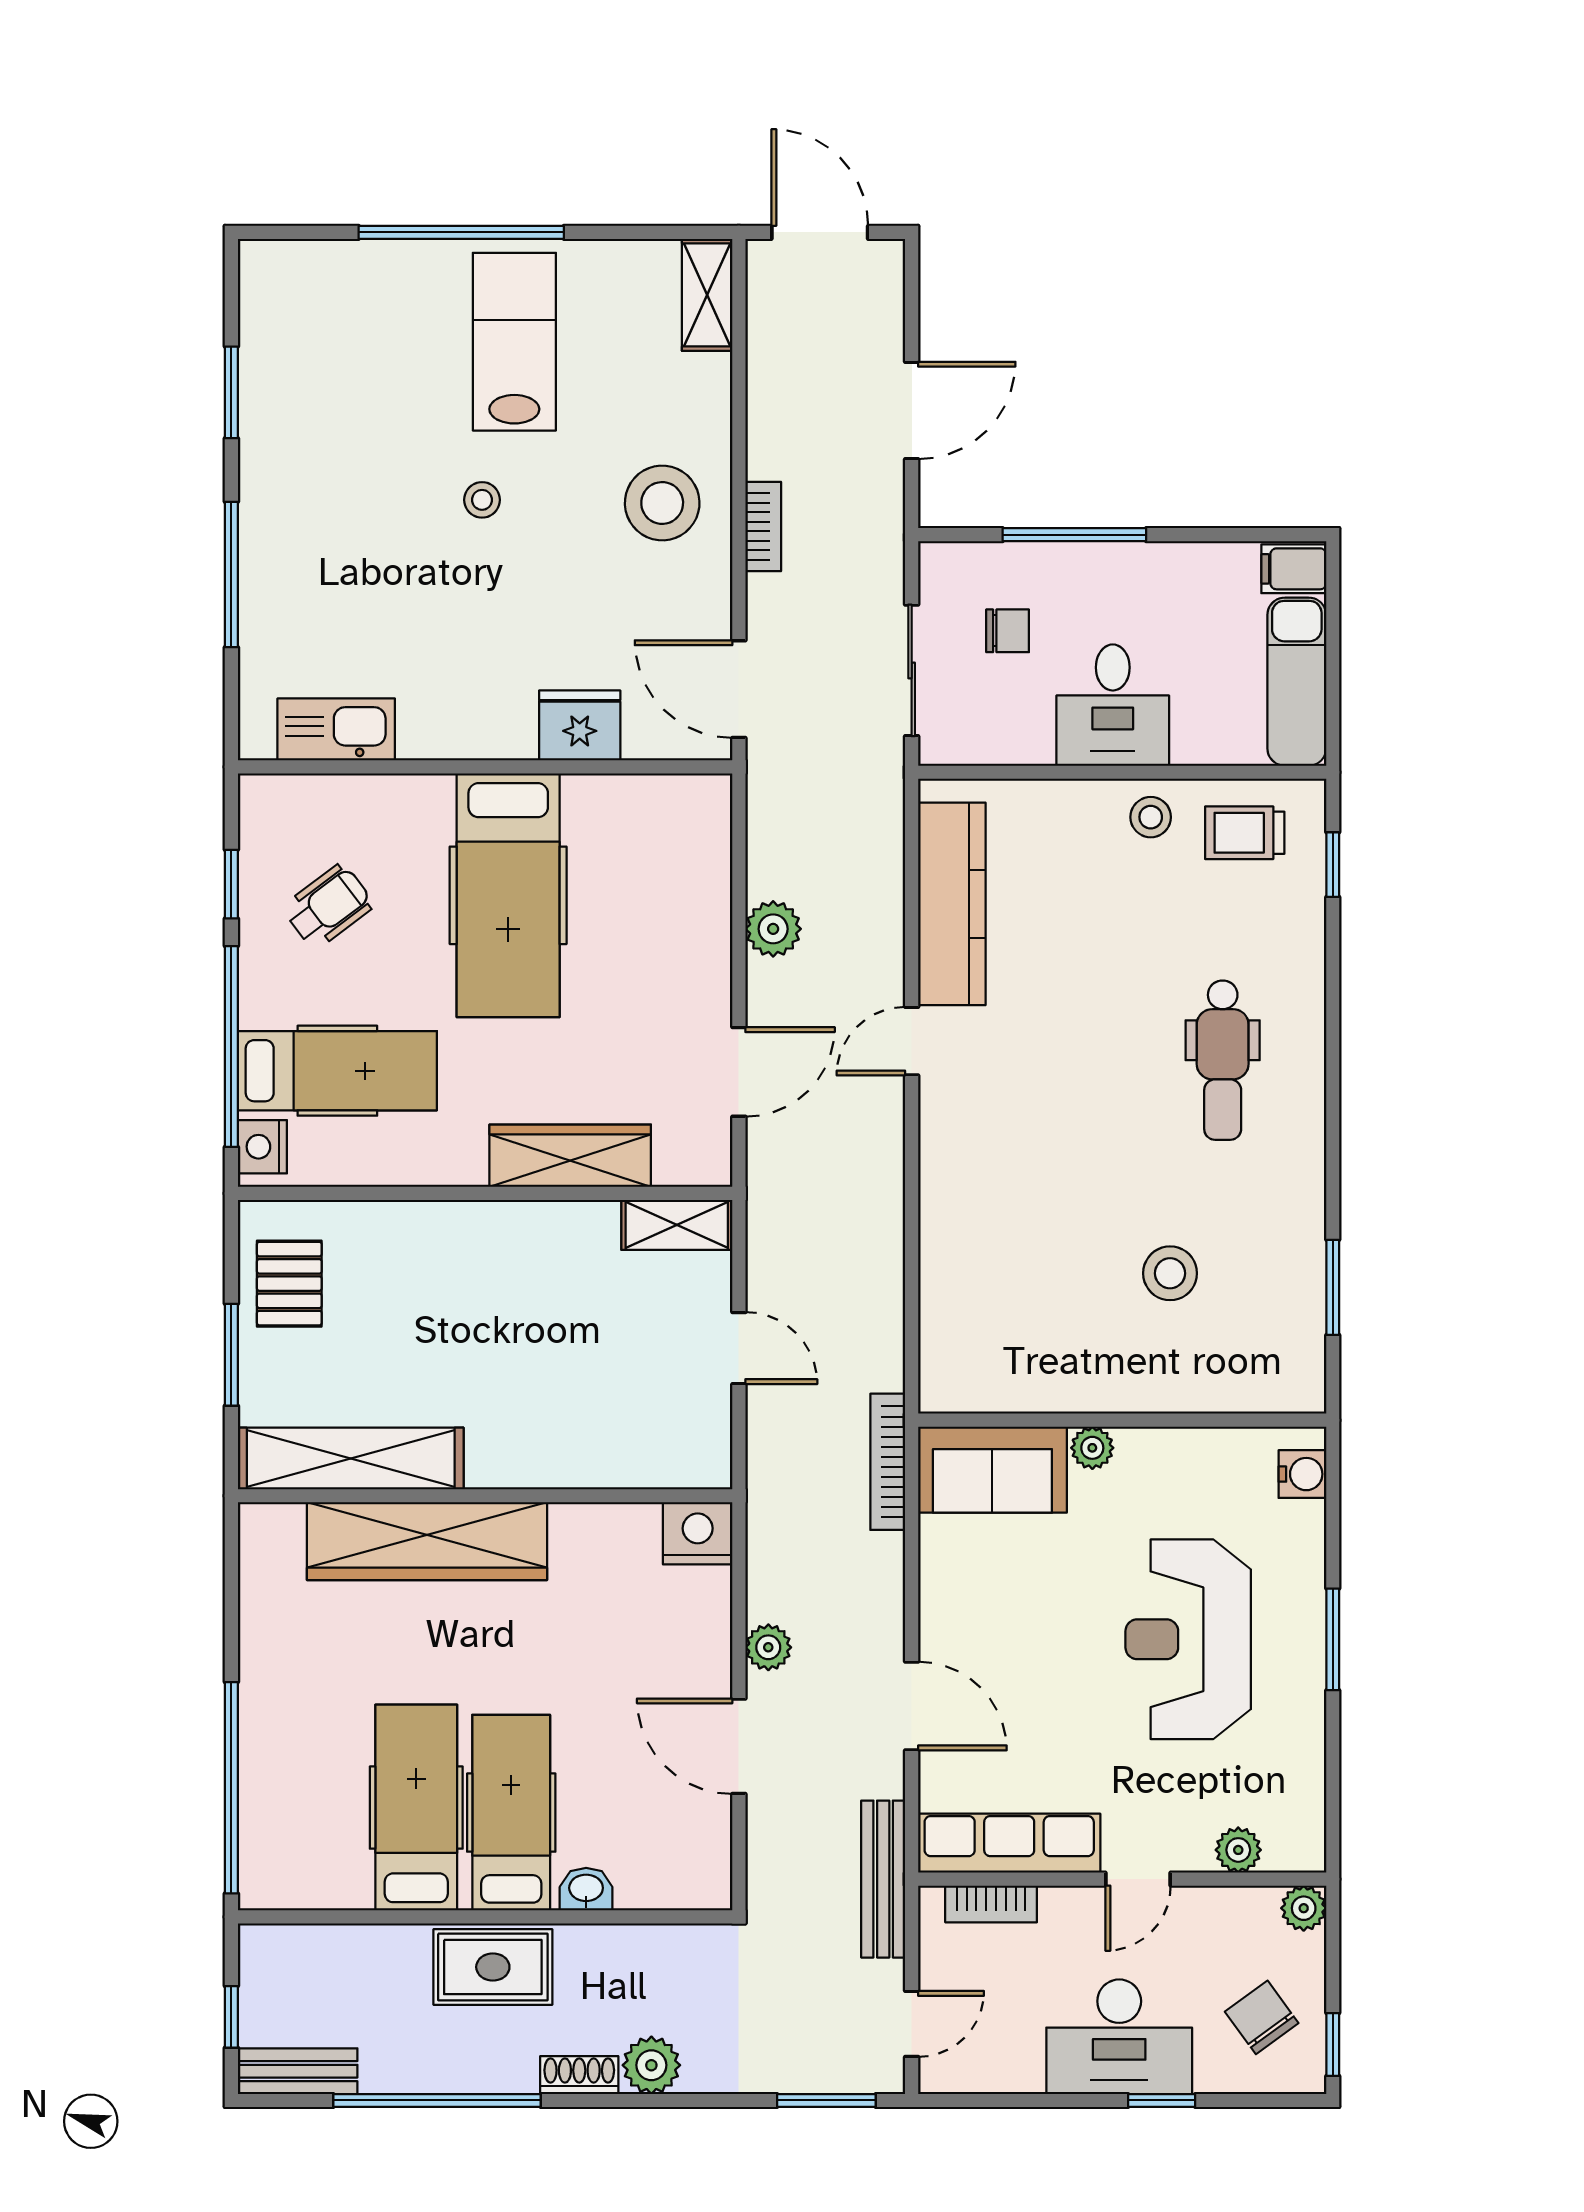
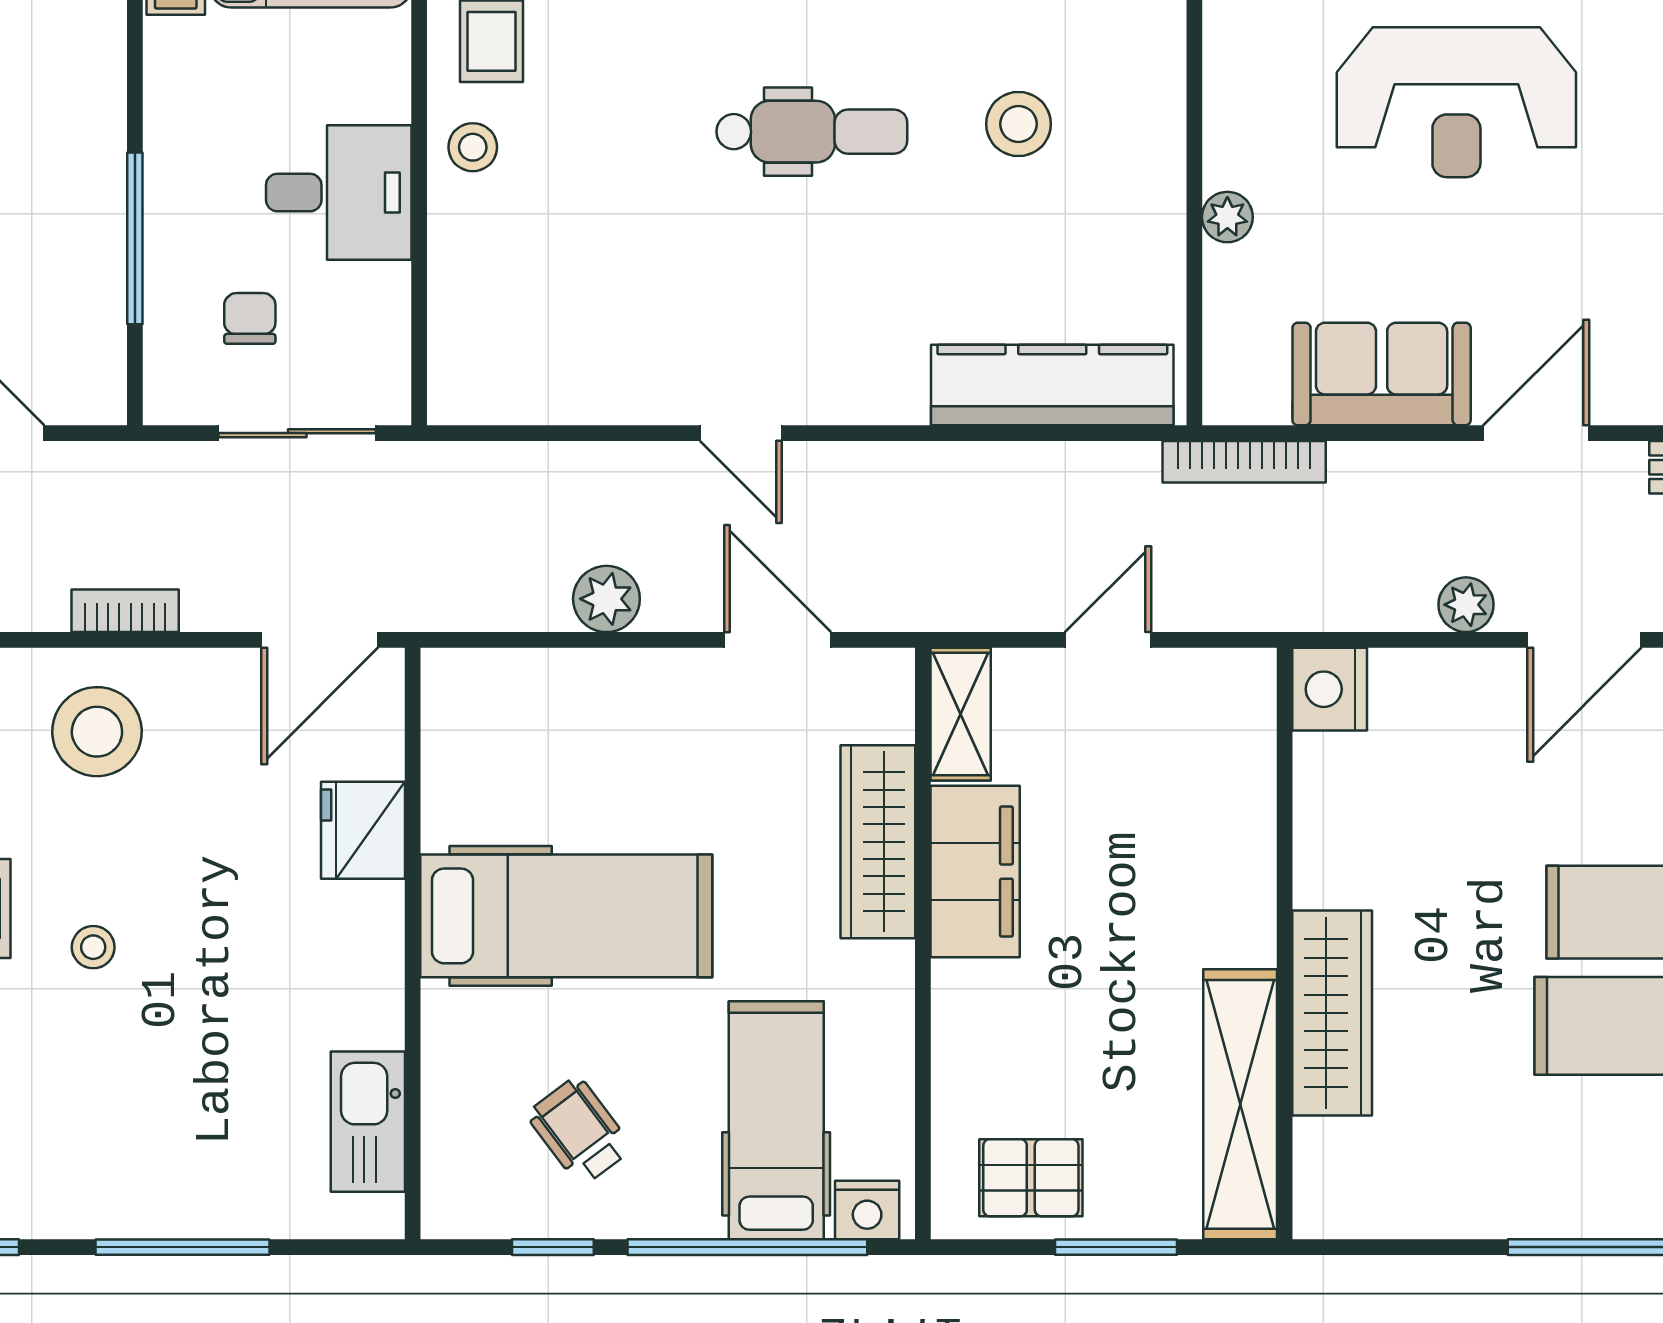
kitchen counter: (952, 904) -> (1052, 385), moved
dental chair: (1223, 1060) -> (812, 132), moved
filing cabinet: (545, 1237) -> (975, 872), added
sofa: (992, 1470) -> (1382, 374), moved, turned -90
wardrobe: (427, 1541) -> (1332, 1013), width x0.71, depth x0.85

